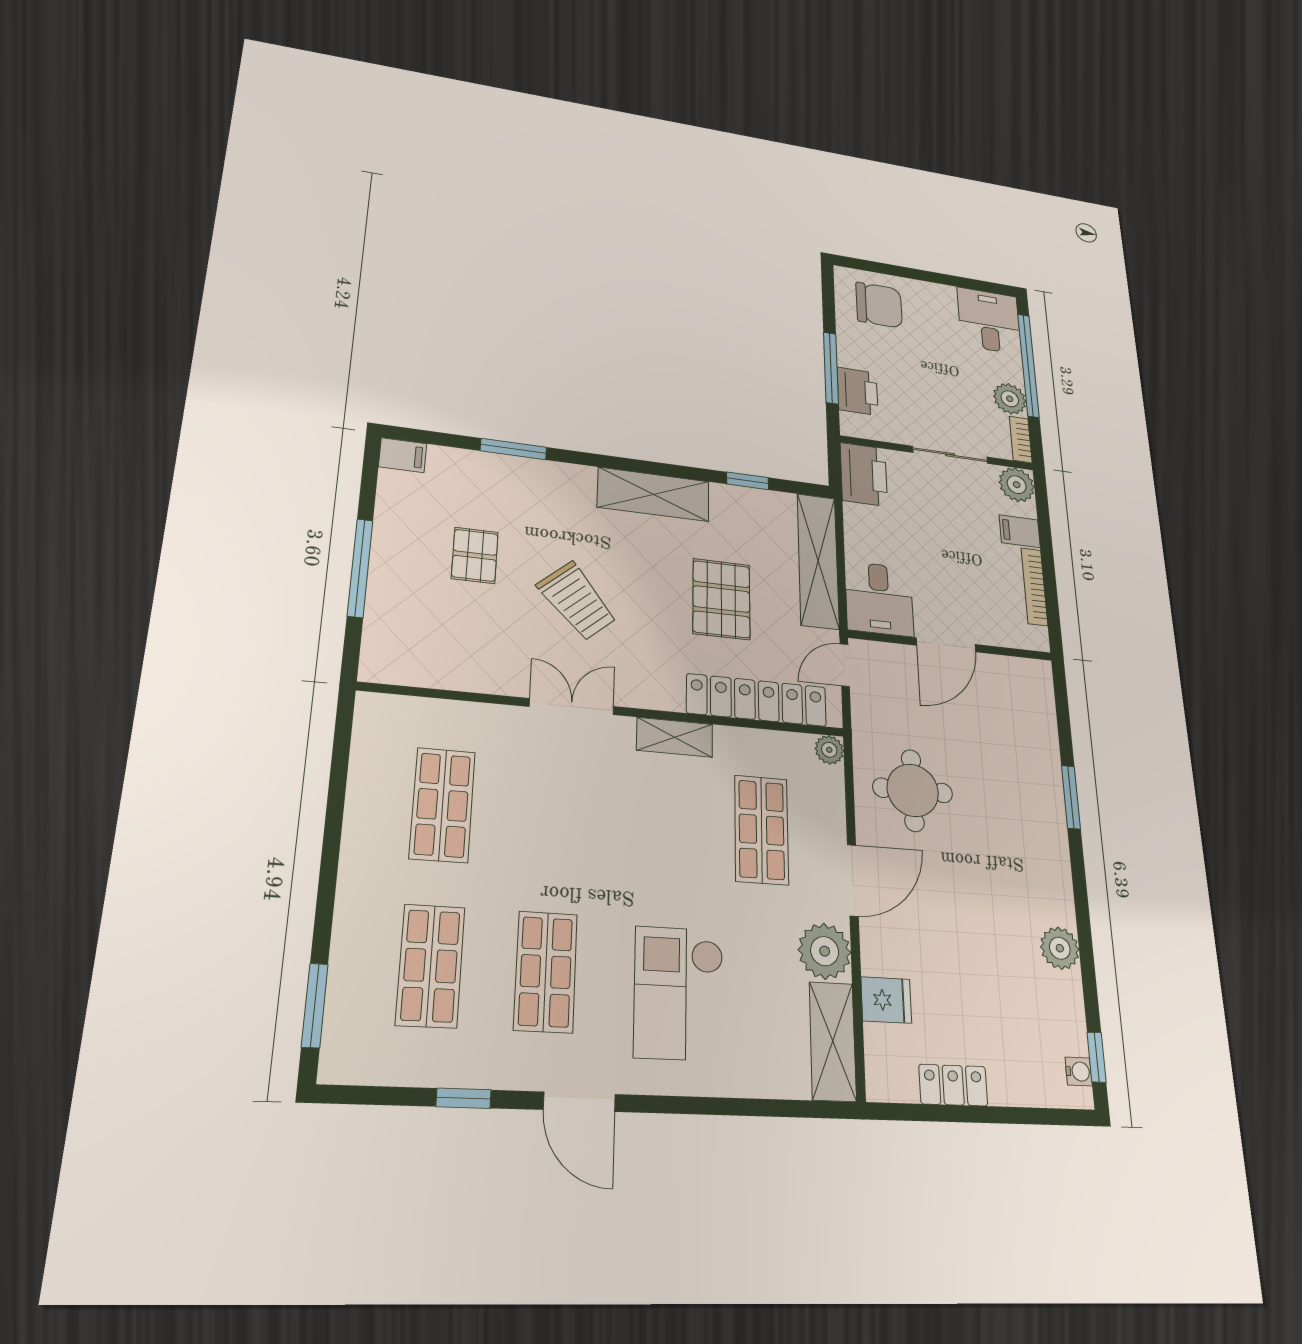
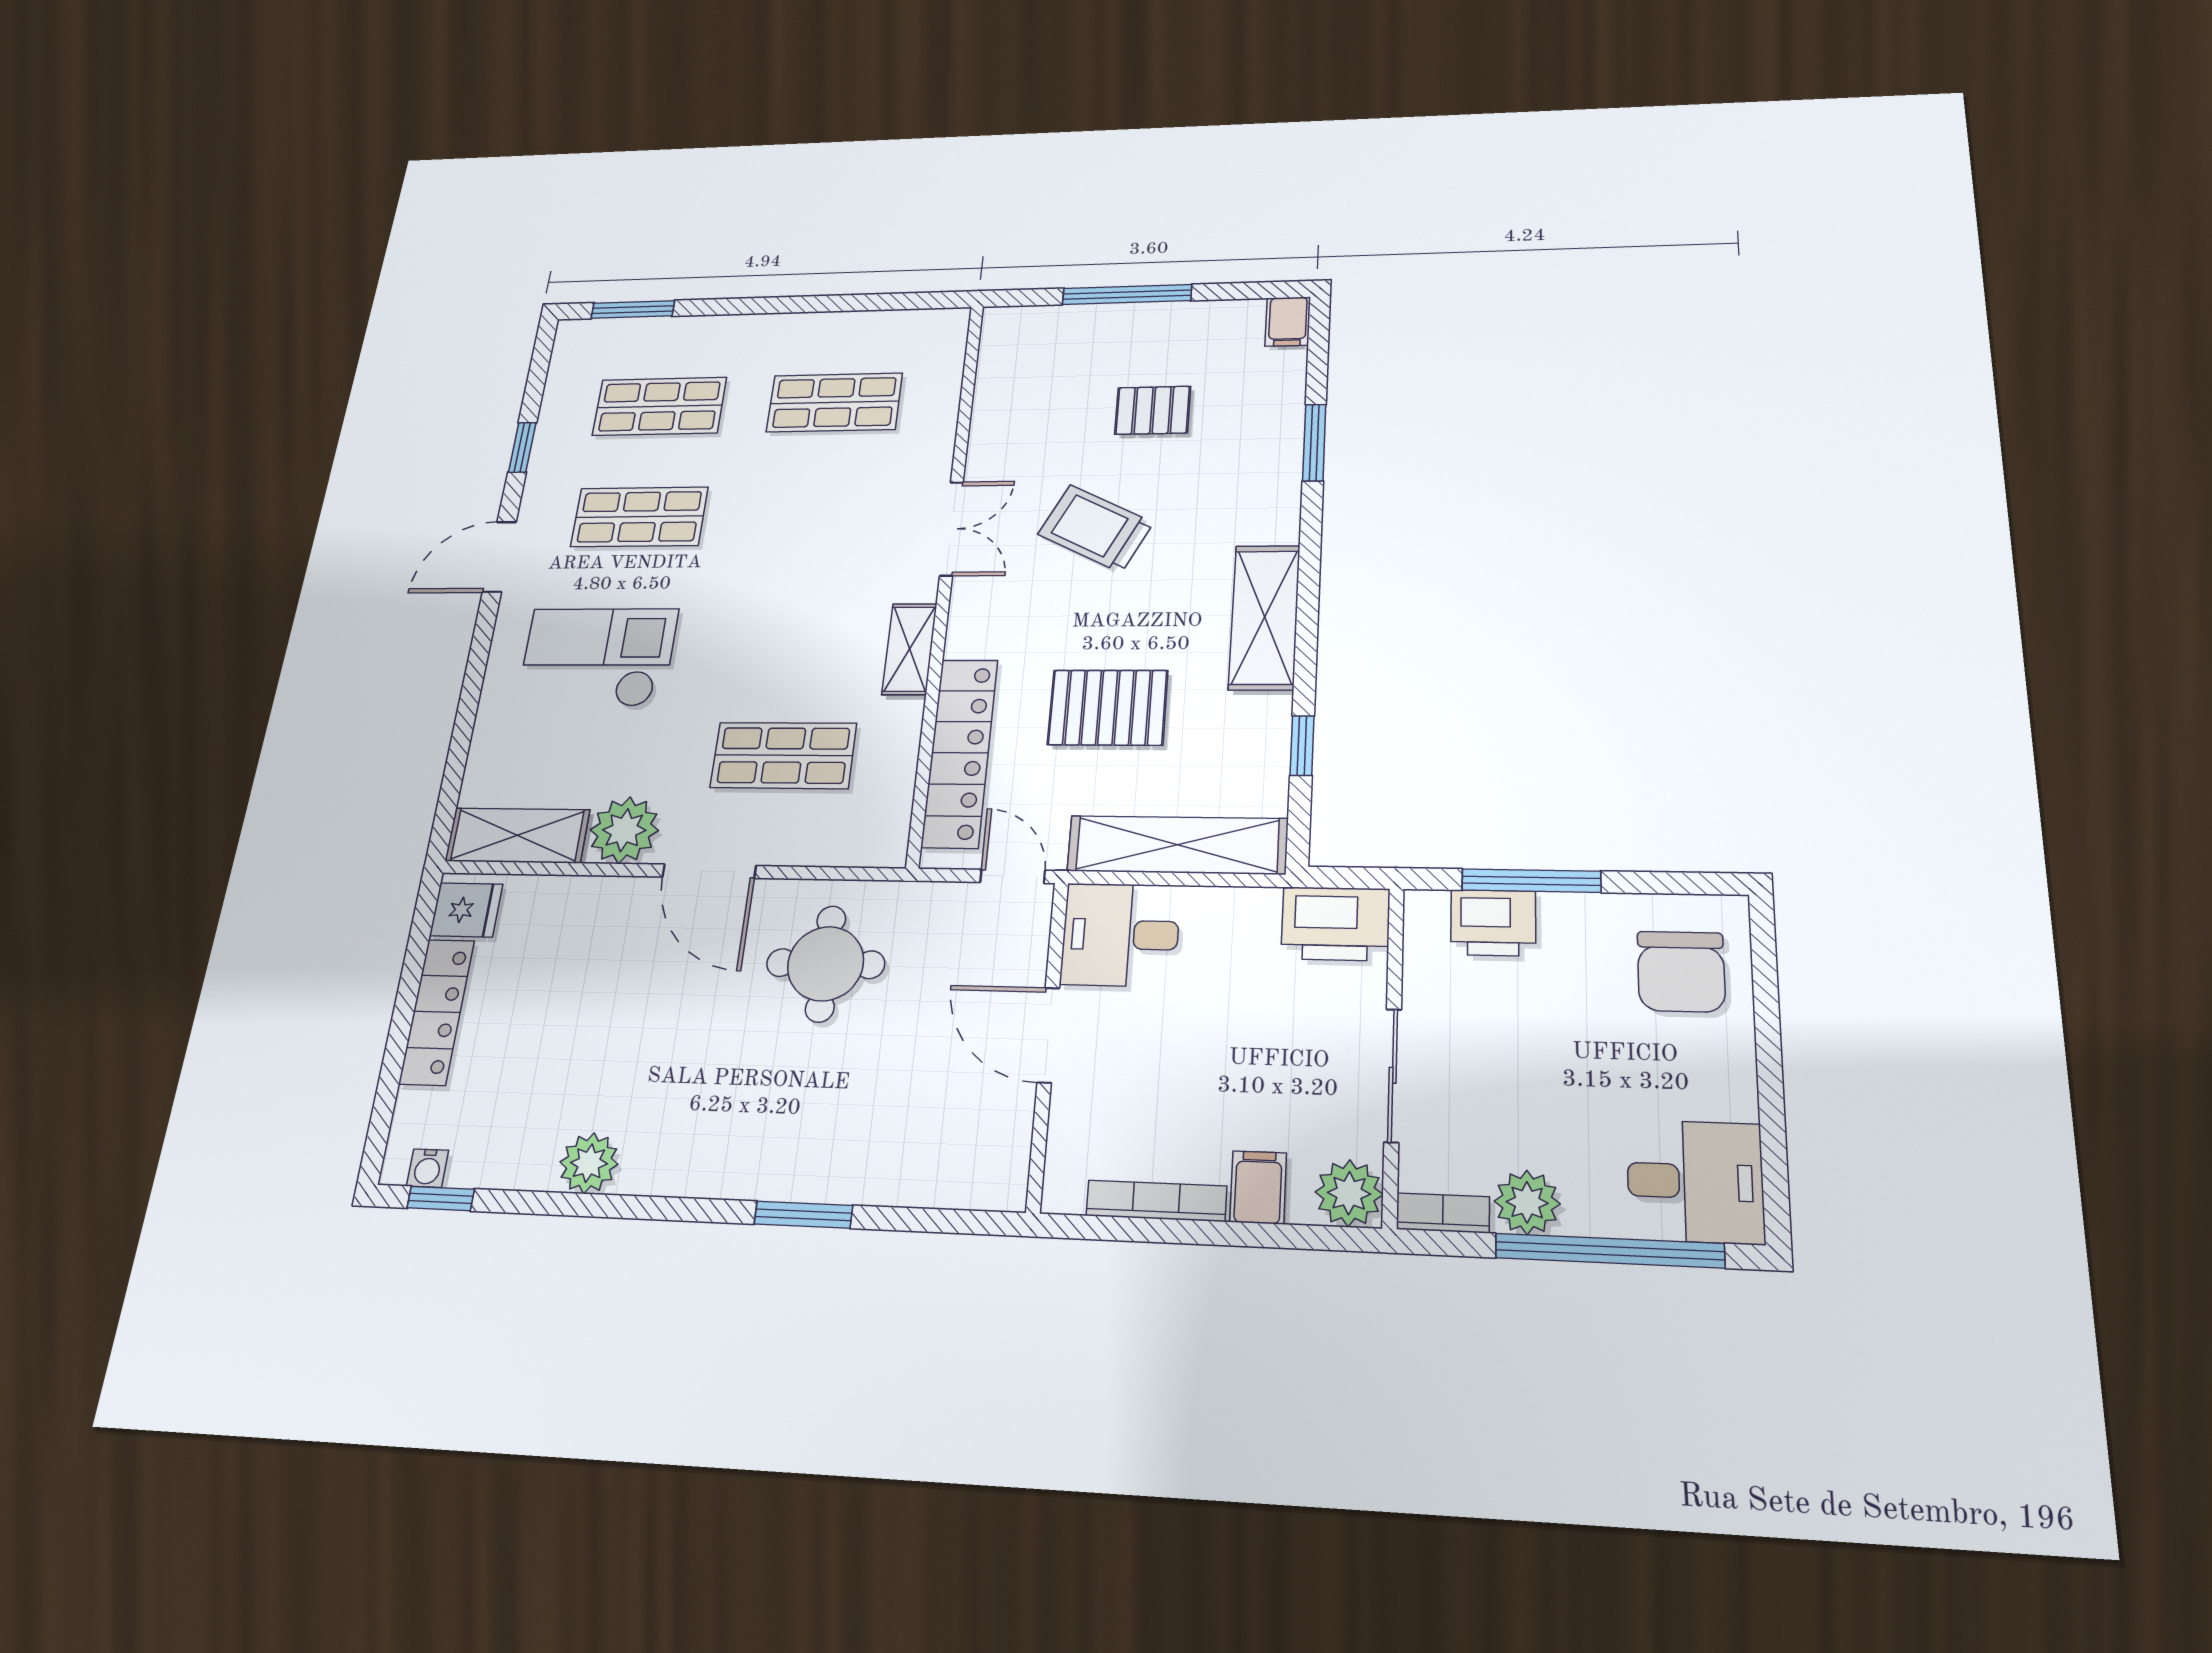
trolley: (577, 601) -> (1095, 528), turned 68
plant: (829, 750) -> (888, 848), removed
fridge: (886, 1000) -> (466, 910), moved, turned -90
locker: (953, 1085) -> (437, 1012), width x1.53

